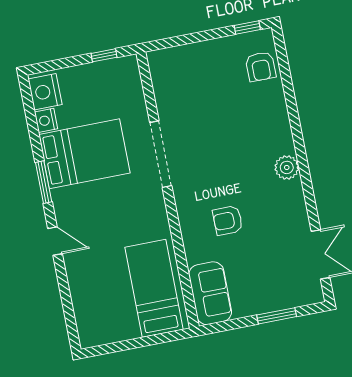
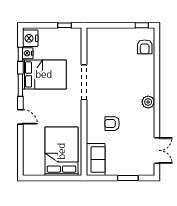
window: (32, 125) -> (20, 54), added
bed: (154, 288) -> (61, 151), width x1.50

